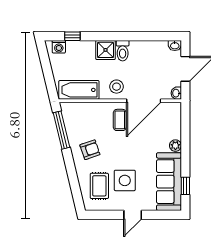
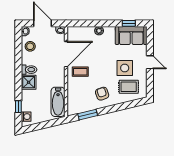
stool: (117, 87) -> (30, 46), moved
door: (144, 101) -> (66, 54), hinge flipped
window: (61, 130) -> (88, 115), width x0.69
sofa: (169, 182) -> (131, 35), width x0.73

